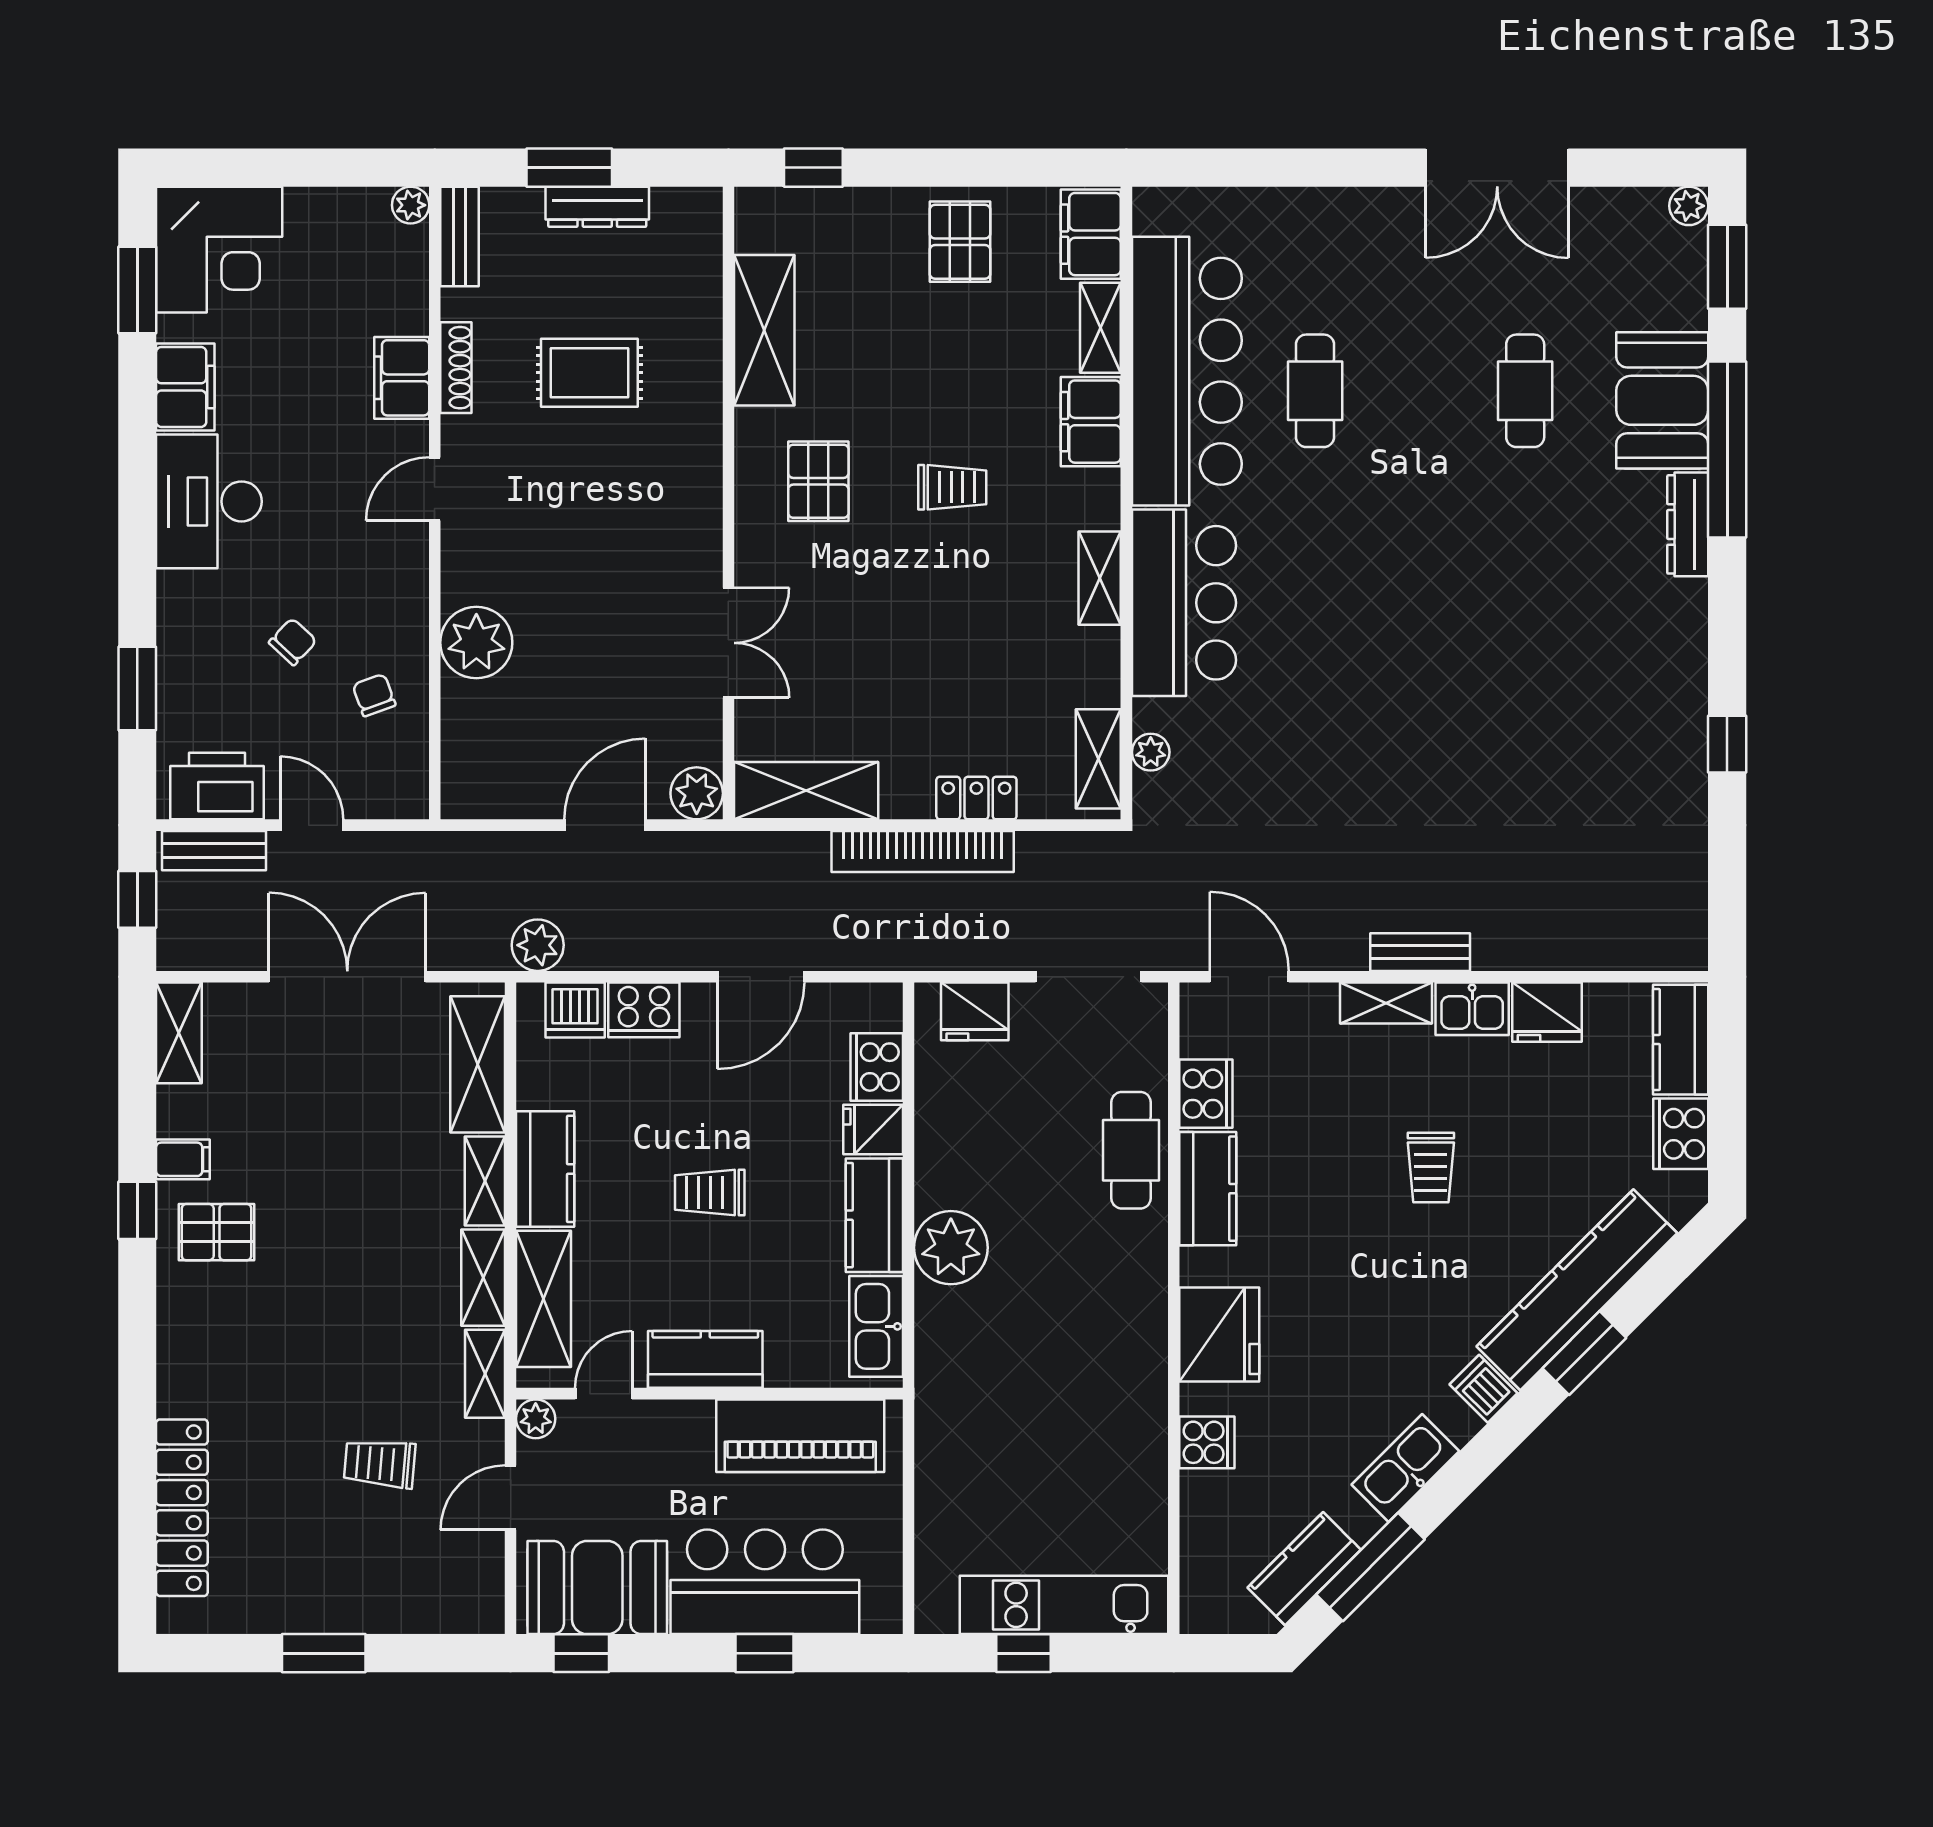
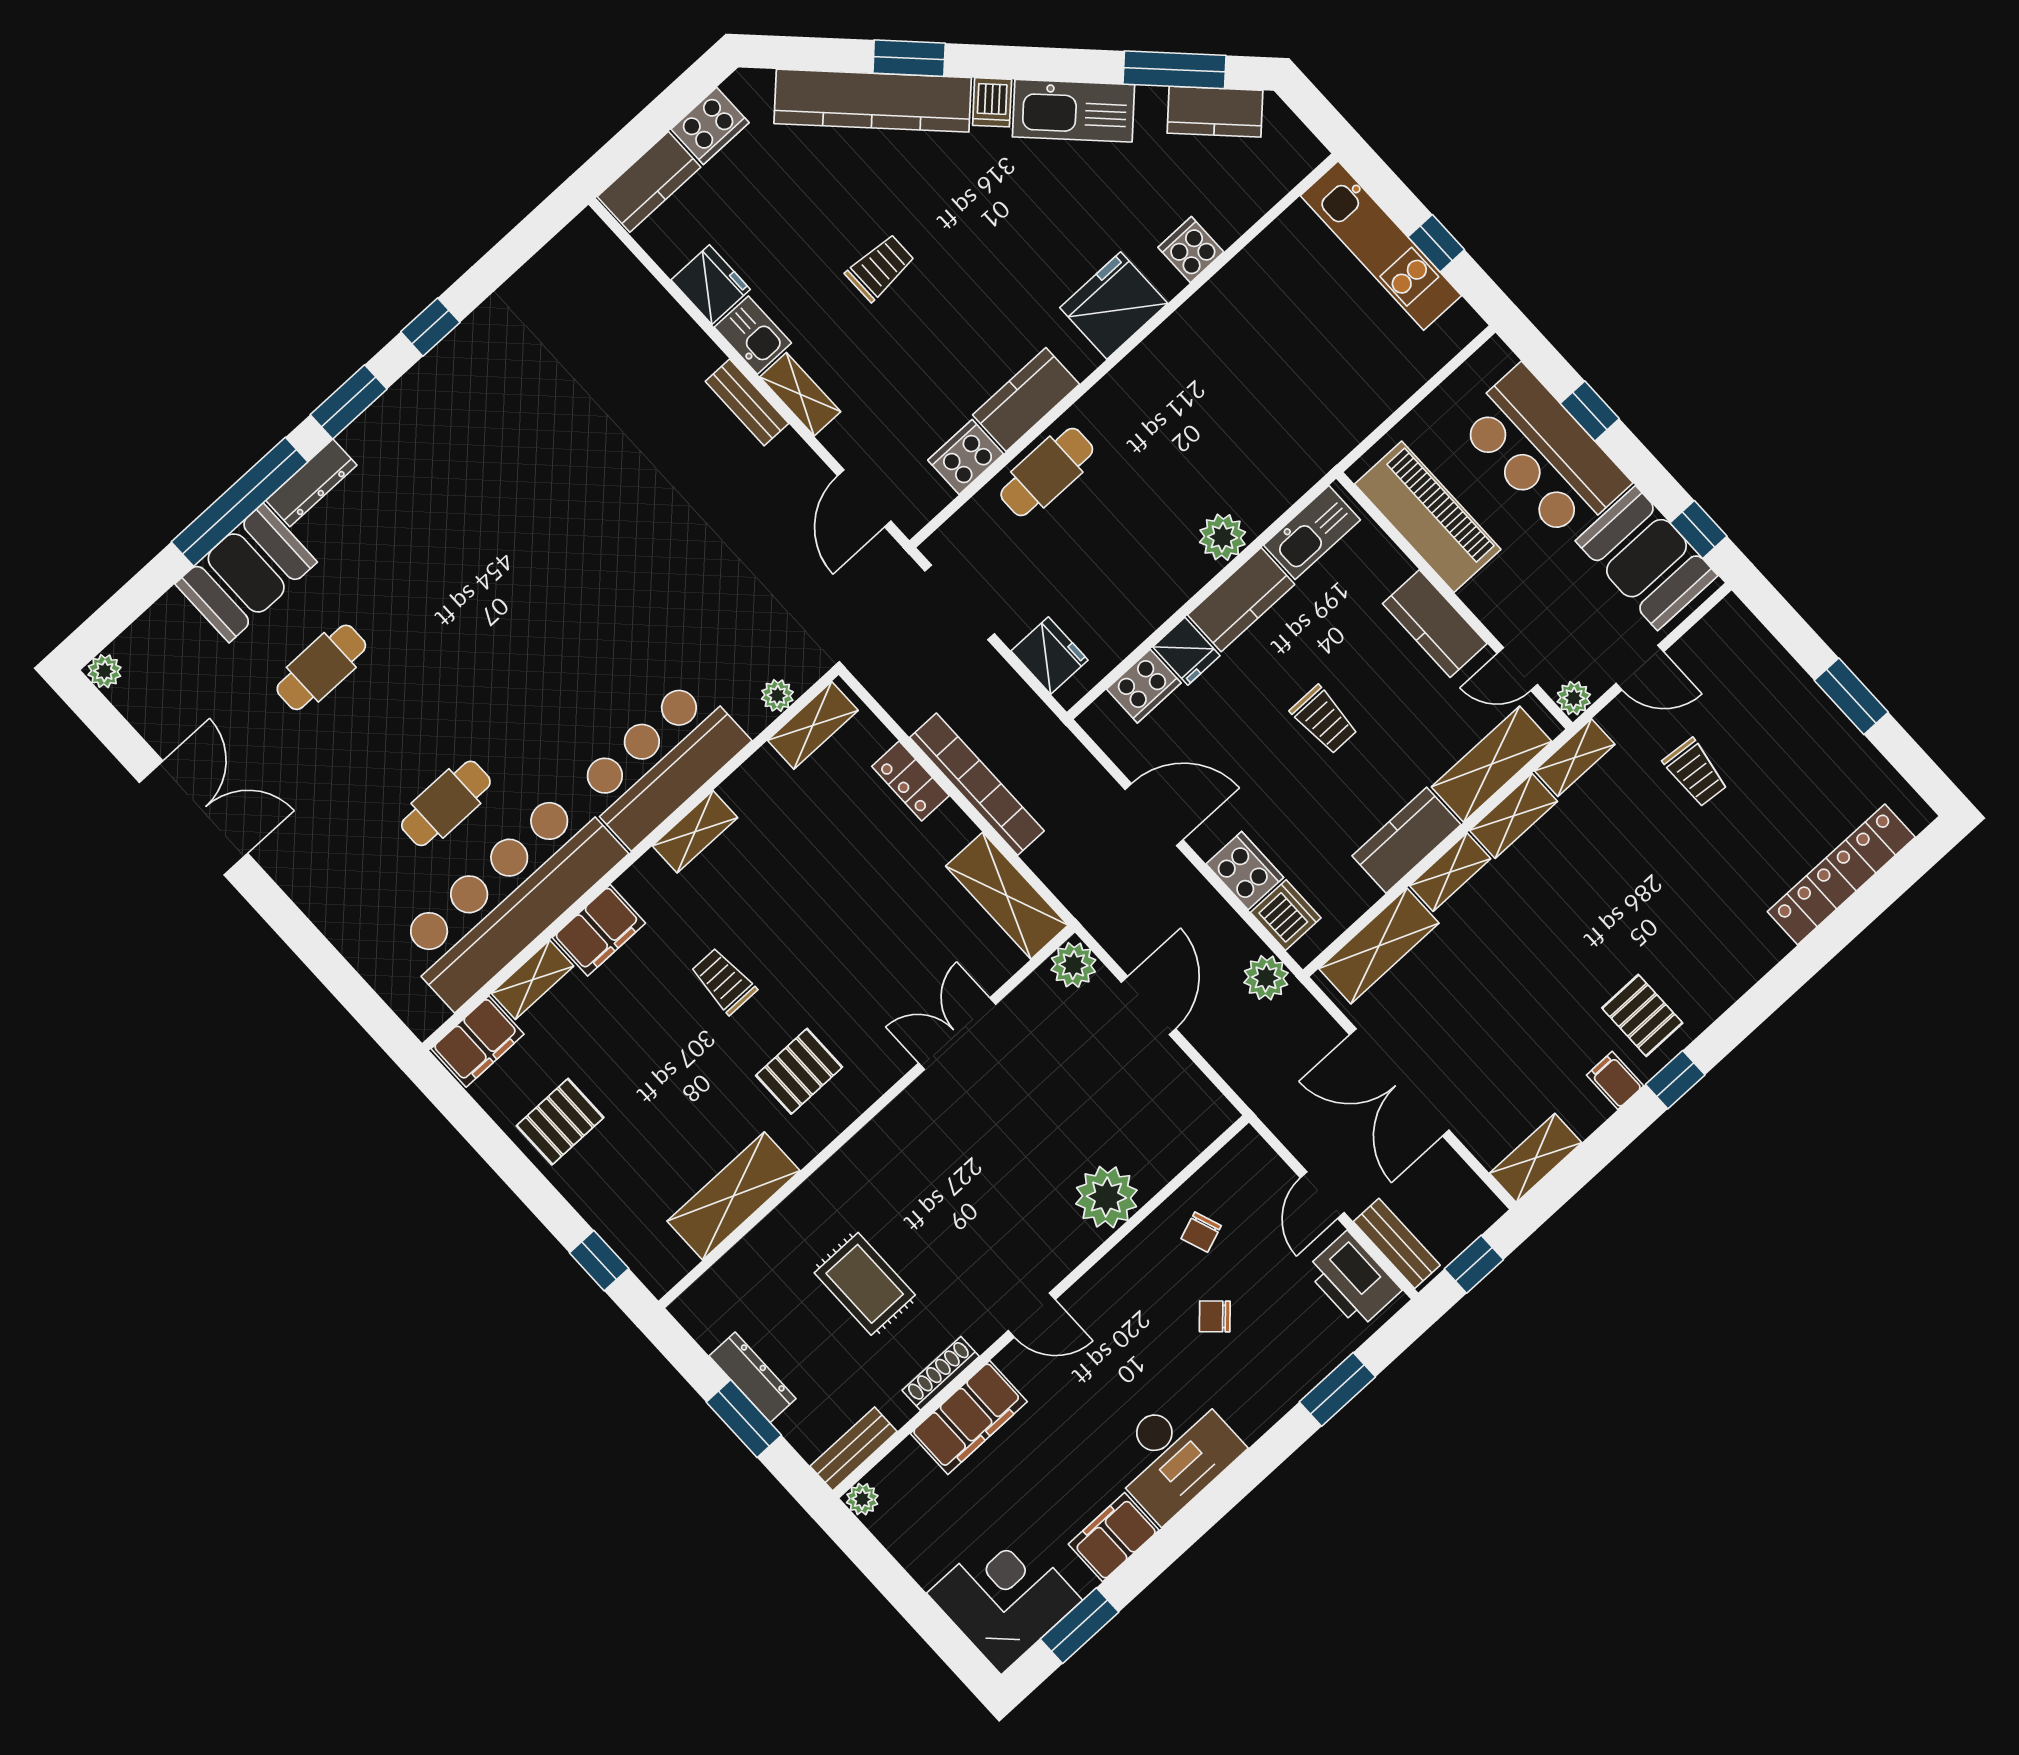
window: (1727, 267) -> (349, 402), moved
filing cabinet: (402, 378) -> (969, 1417), width x1.50, depth x1.17
door: (605, 825) -> (1148, 1006), swing flipped
plant: (951, 1248) -> (1223, 537), width x0.73, depth x0.73
kitchen sink: (1405, 1468) -> (1073, 111), width x1.36, depth x1.24

